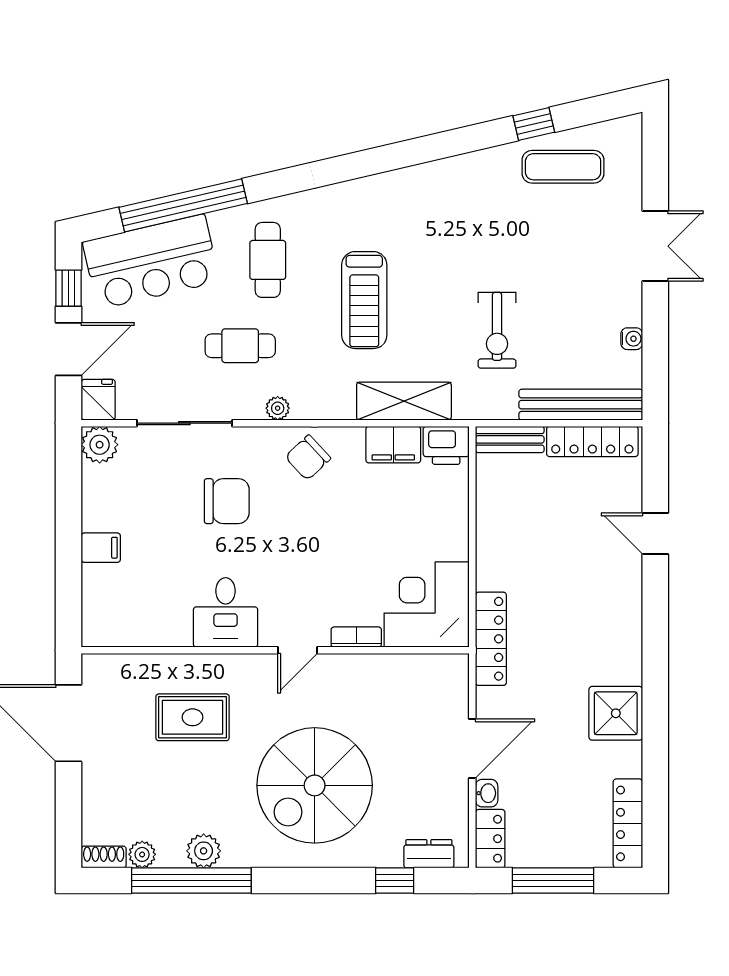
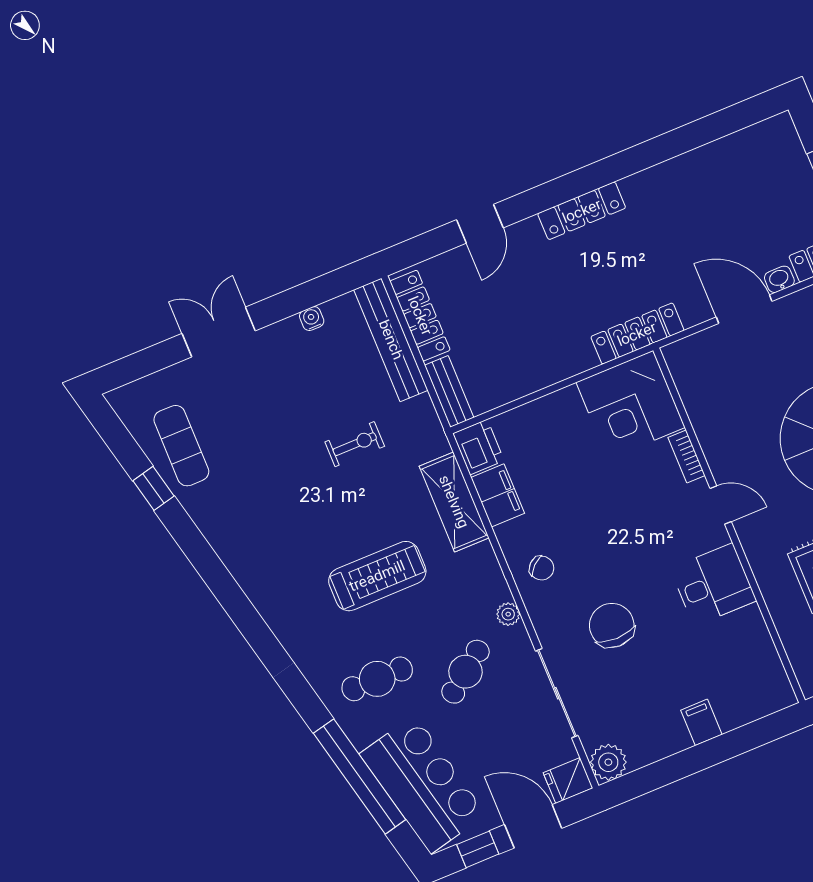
exercise bike: (497, 330) -> (355, 444), width x0.73, depth x0.72
cafe table: (240, 346) -> (465, 672), turned 53
chair: (308, 458) -> (542, 568), width x0.73, depth x0.73
shower: (616, 713) -> (658, 192), removed
locker: (628, 823) -> (582, 211), moved

